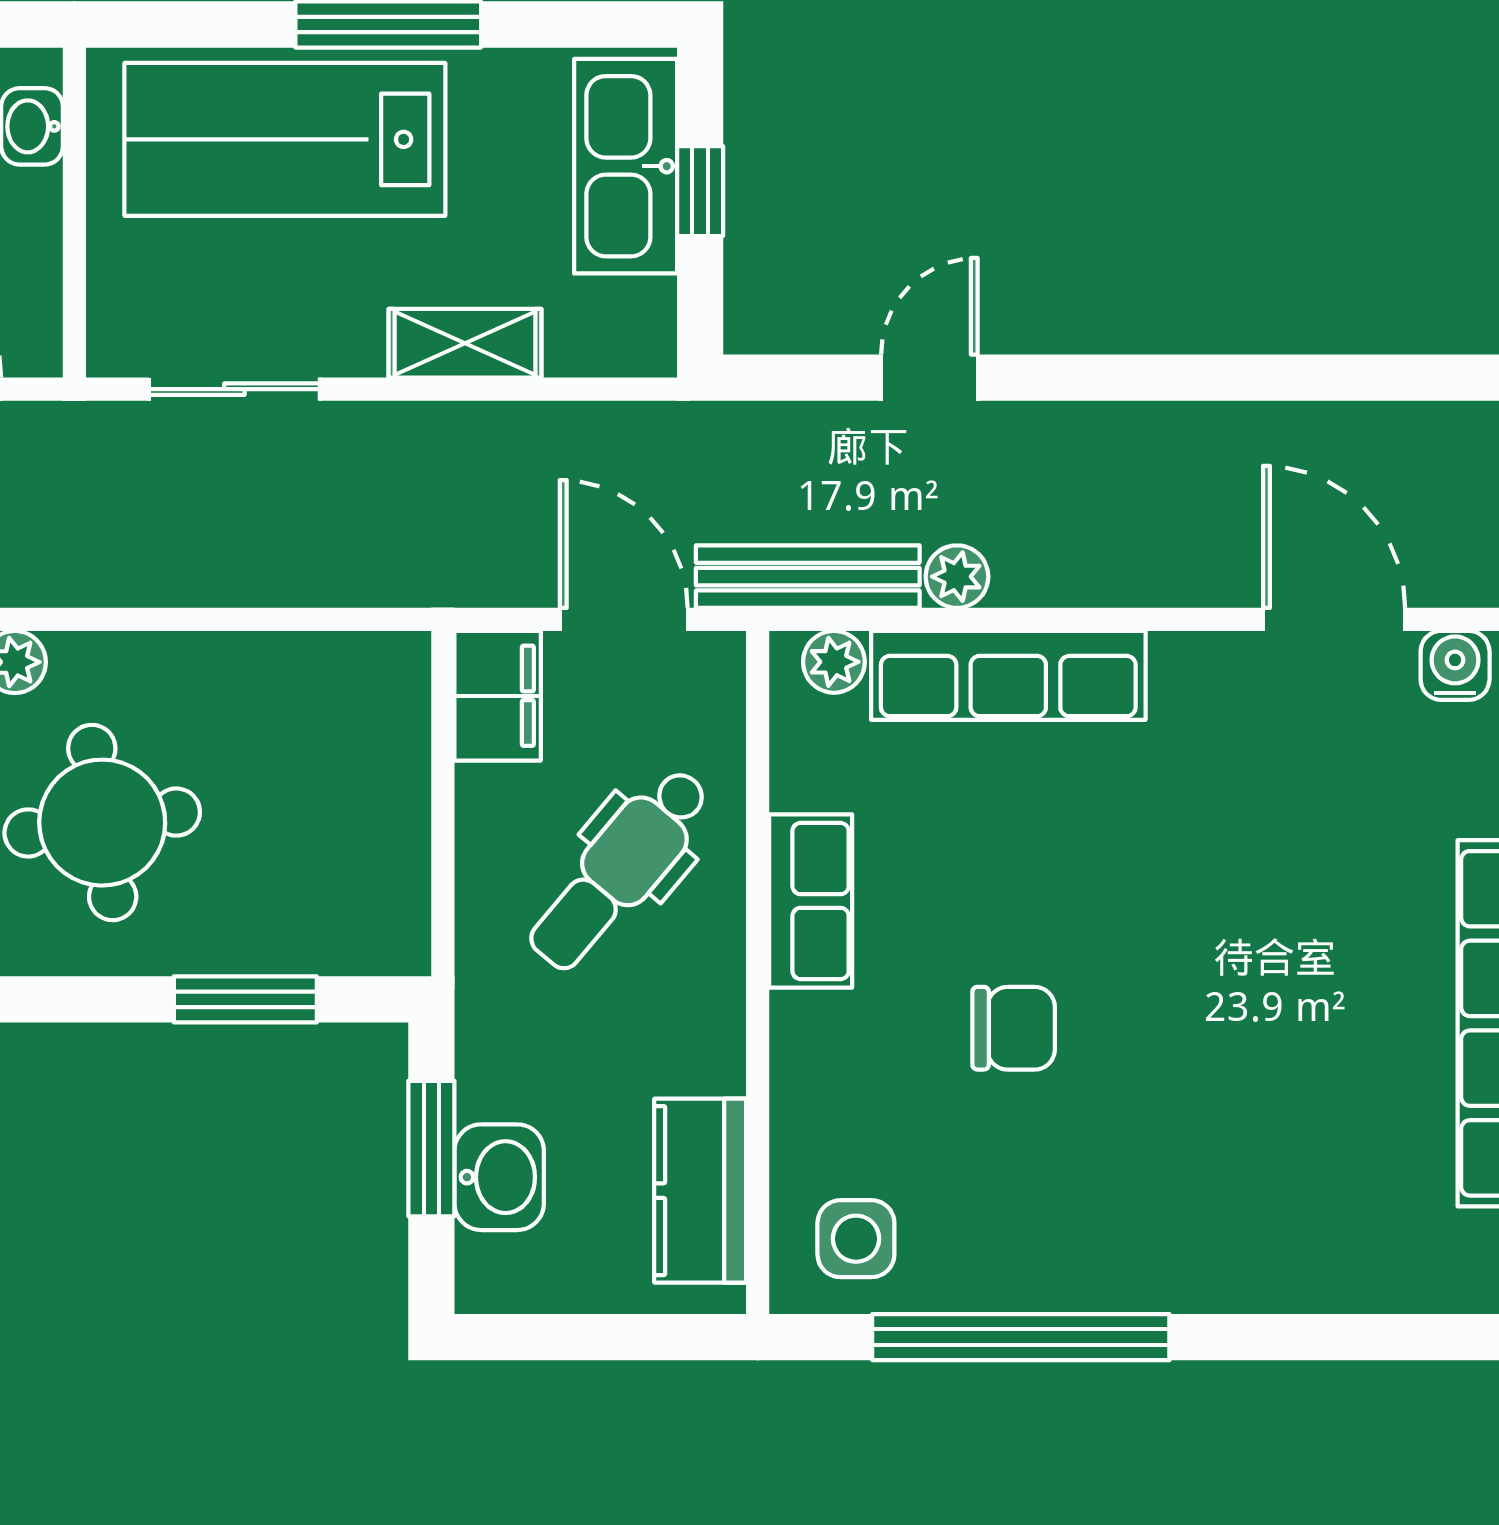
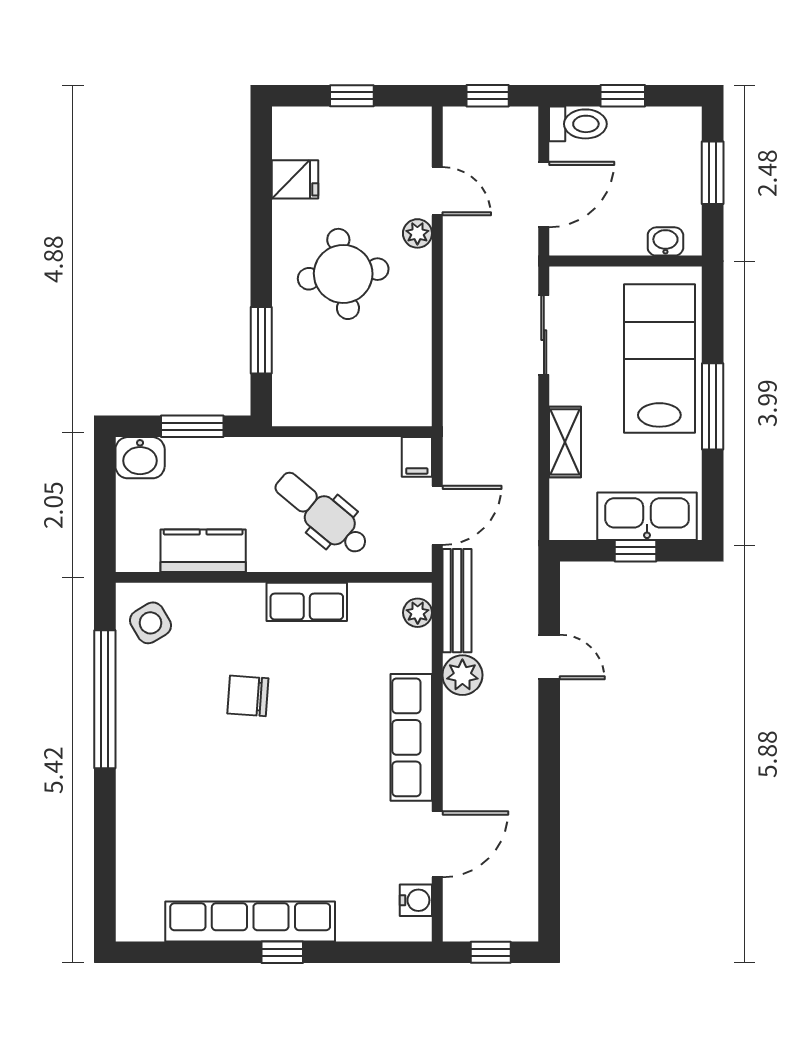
plant: (957, 577) -> (462, 675), width x1.38, depth x1.38
row of seats: (1008, 675) -> (411, 737), moved
filing cabinet: (498, 696) -> (417, 457), width x0.50
chair: (1014, 1028) -> (248, 696), turned 94
washbasin: (499, 1177) -> (140, 458), moved
kitchen counter: (700, 1191) -> (203, 551), moved
side table: (856, 1239) -> (150, 623), turned -31

